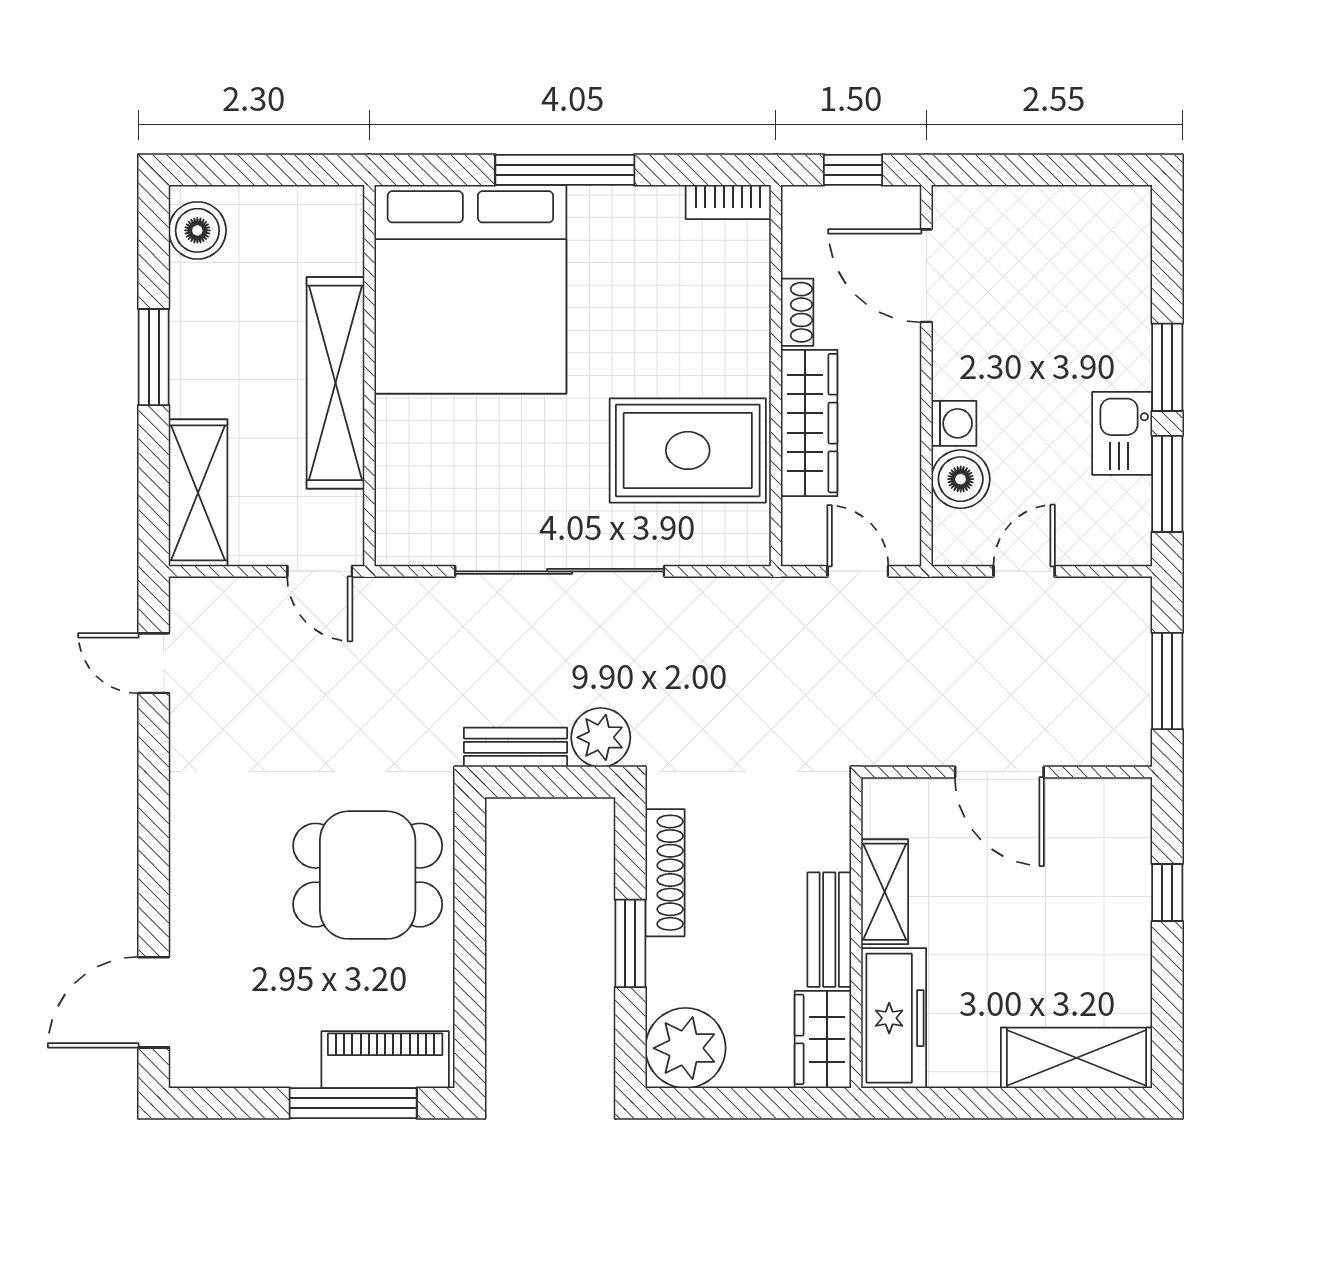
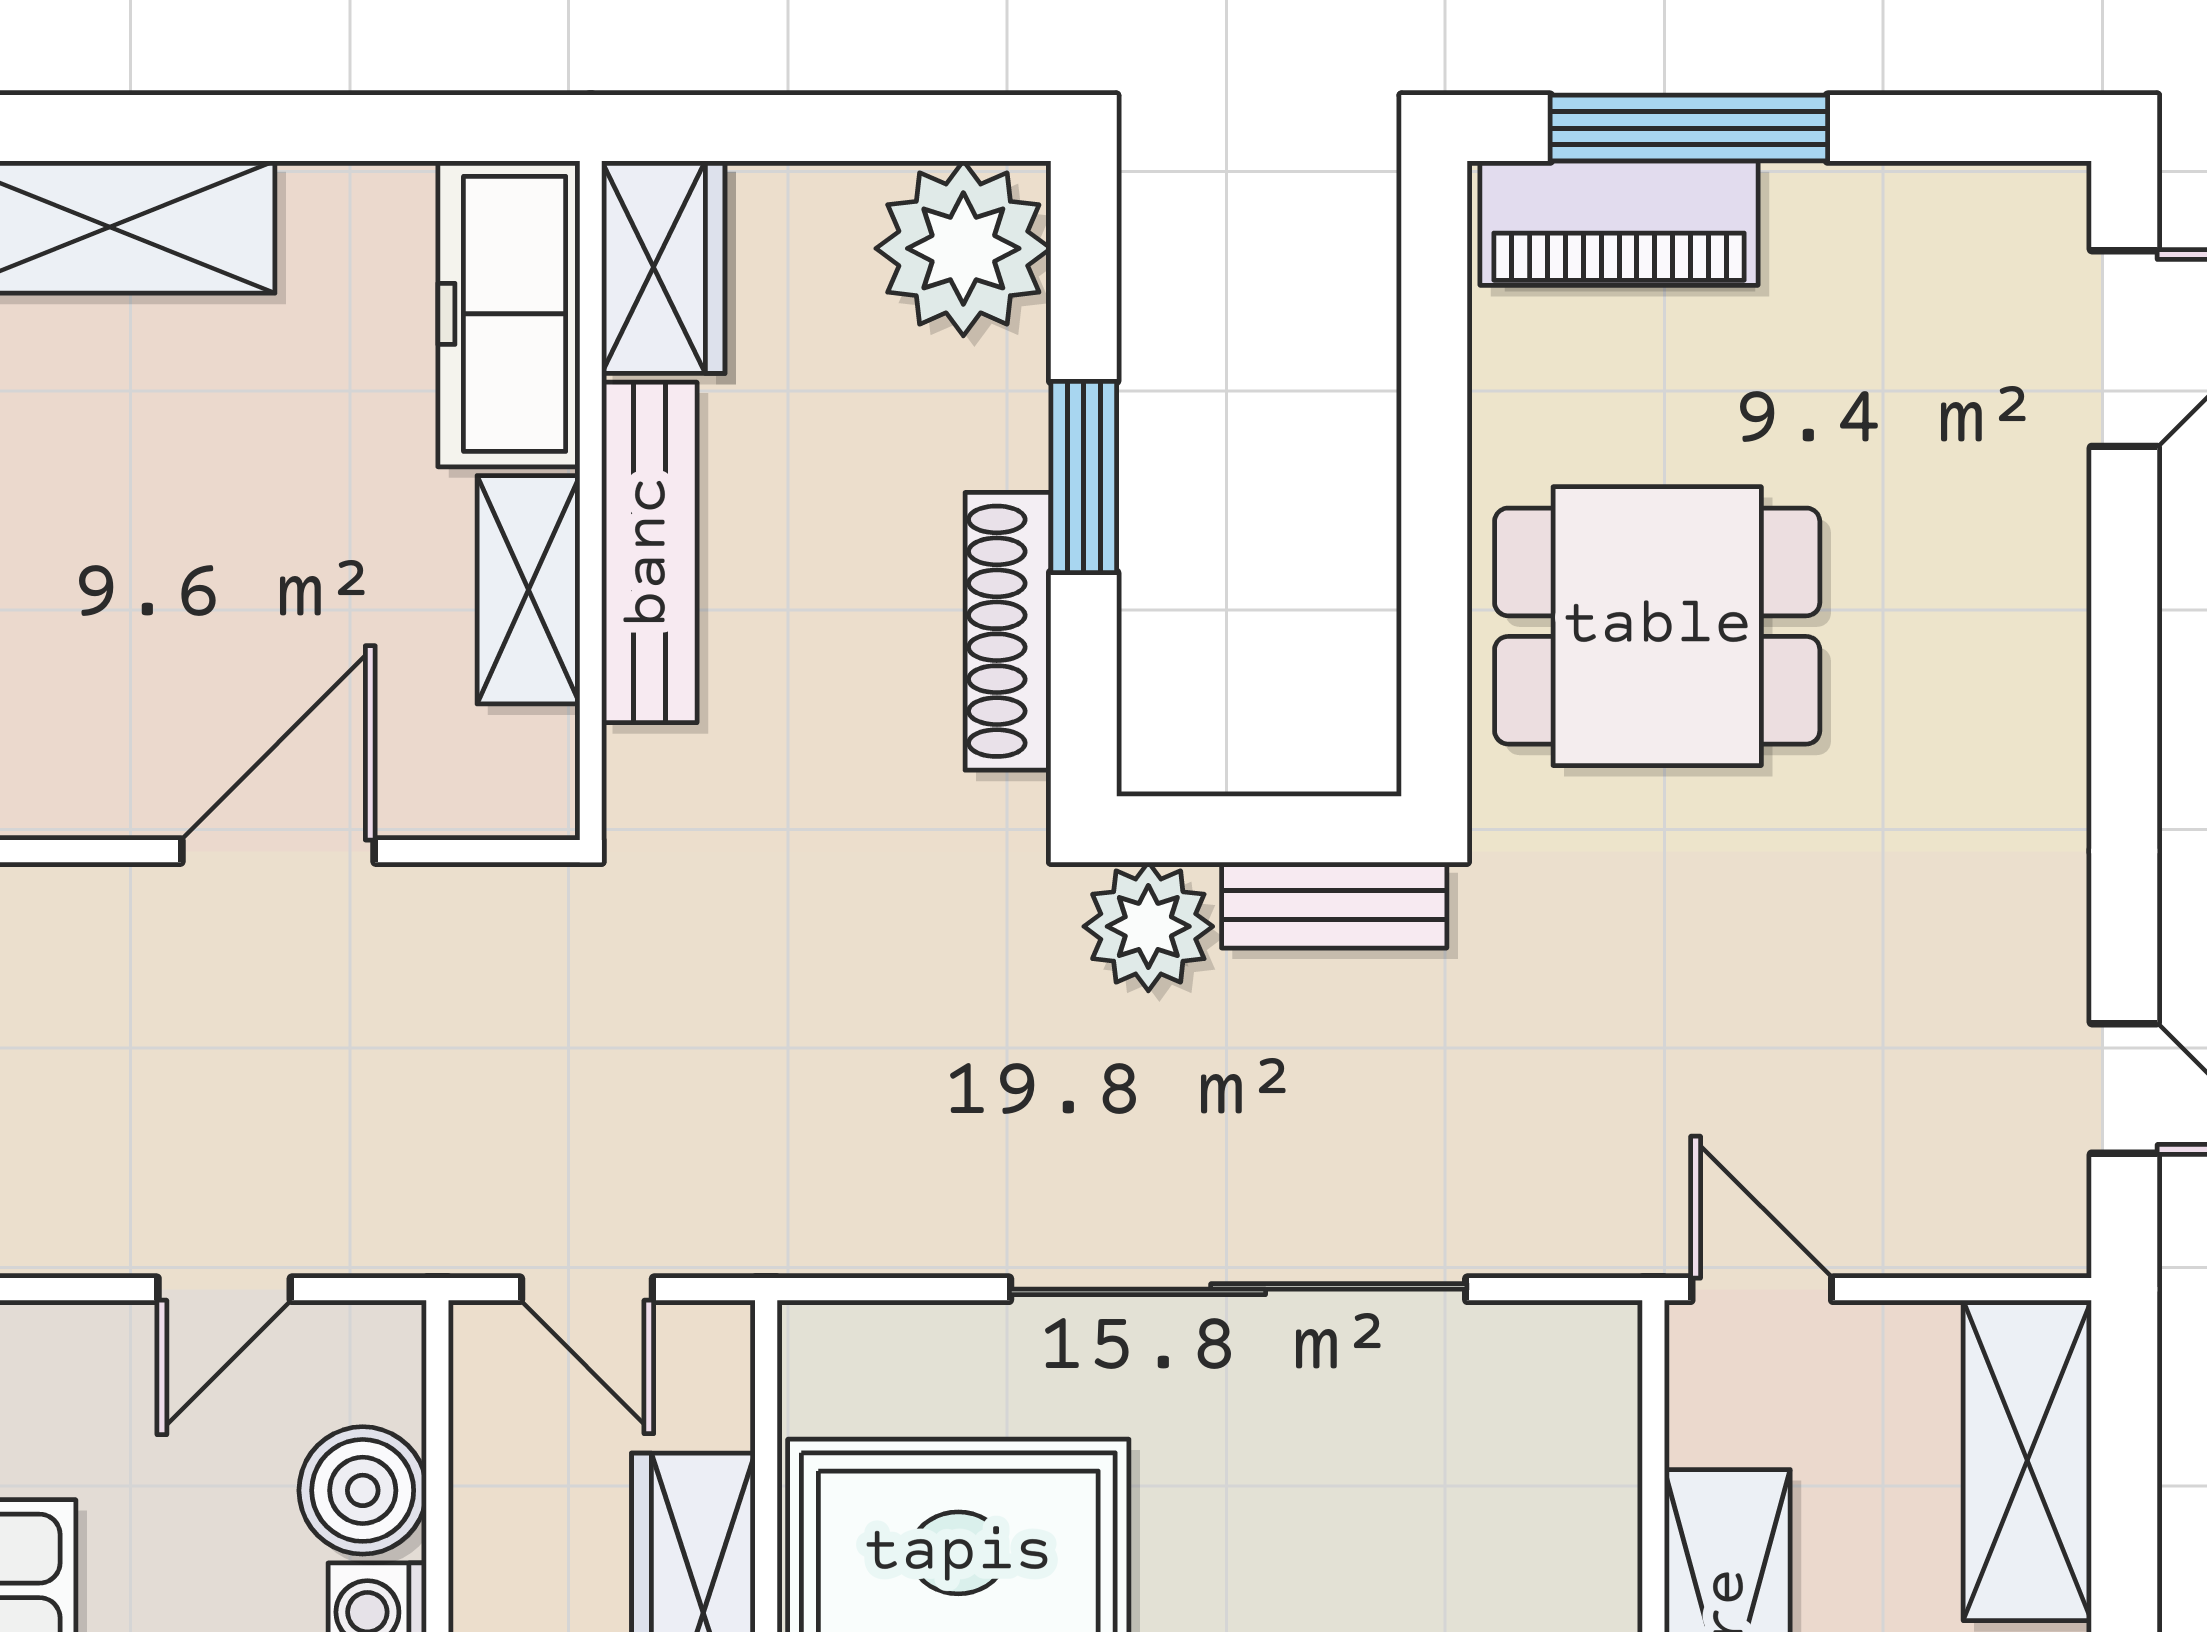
door: (999, 772) -> (278, 851), hinge flipped
bench: (829, 930) -> (649, 552), width x1.36

